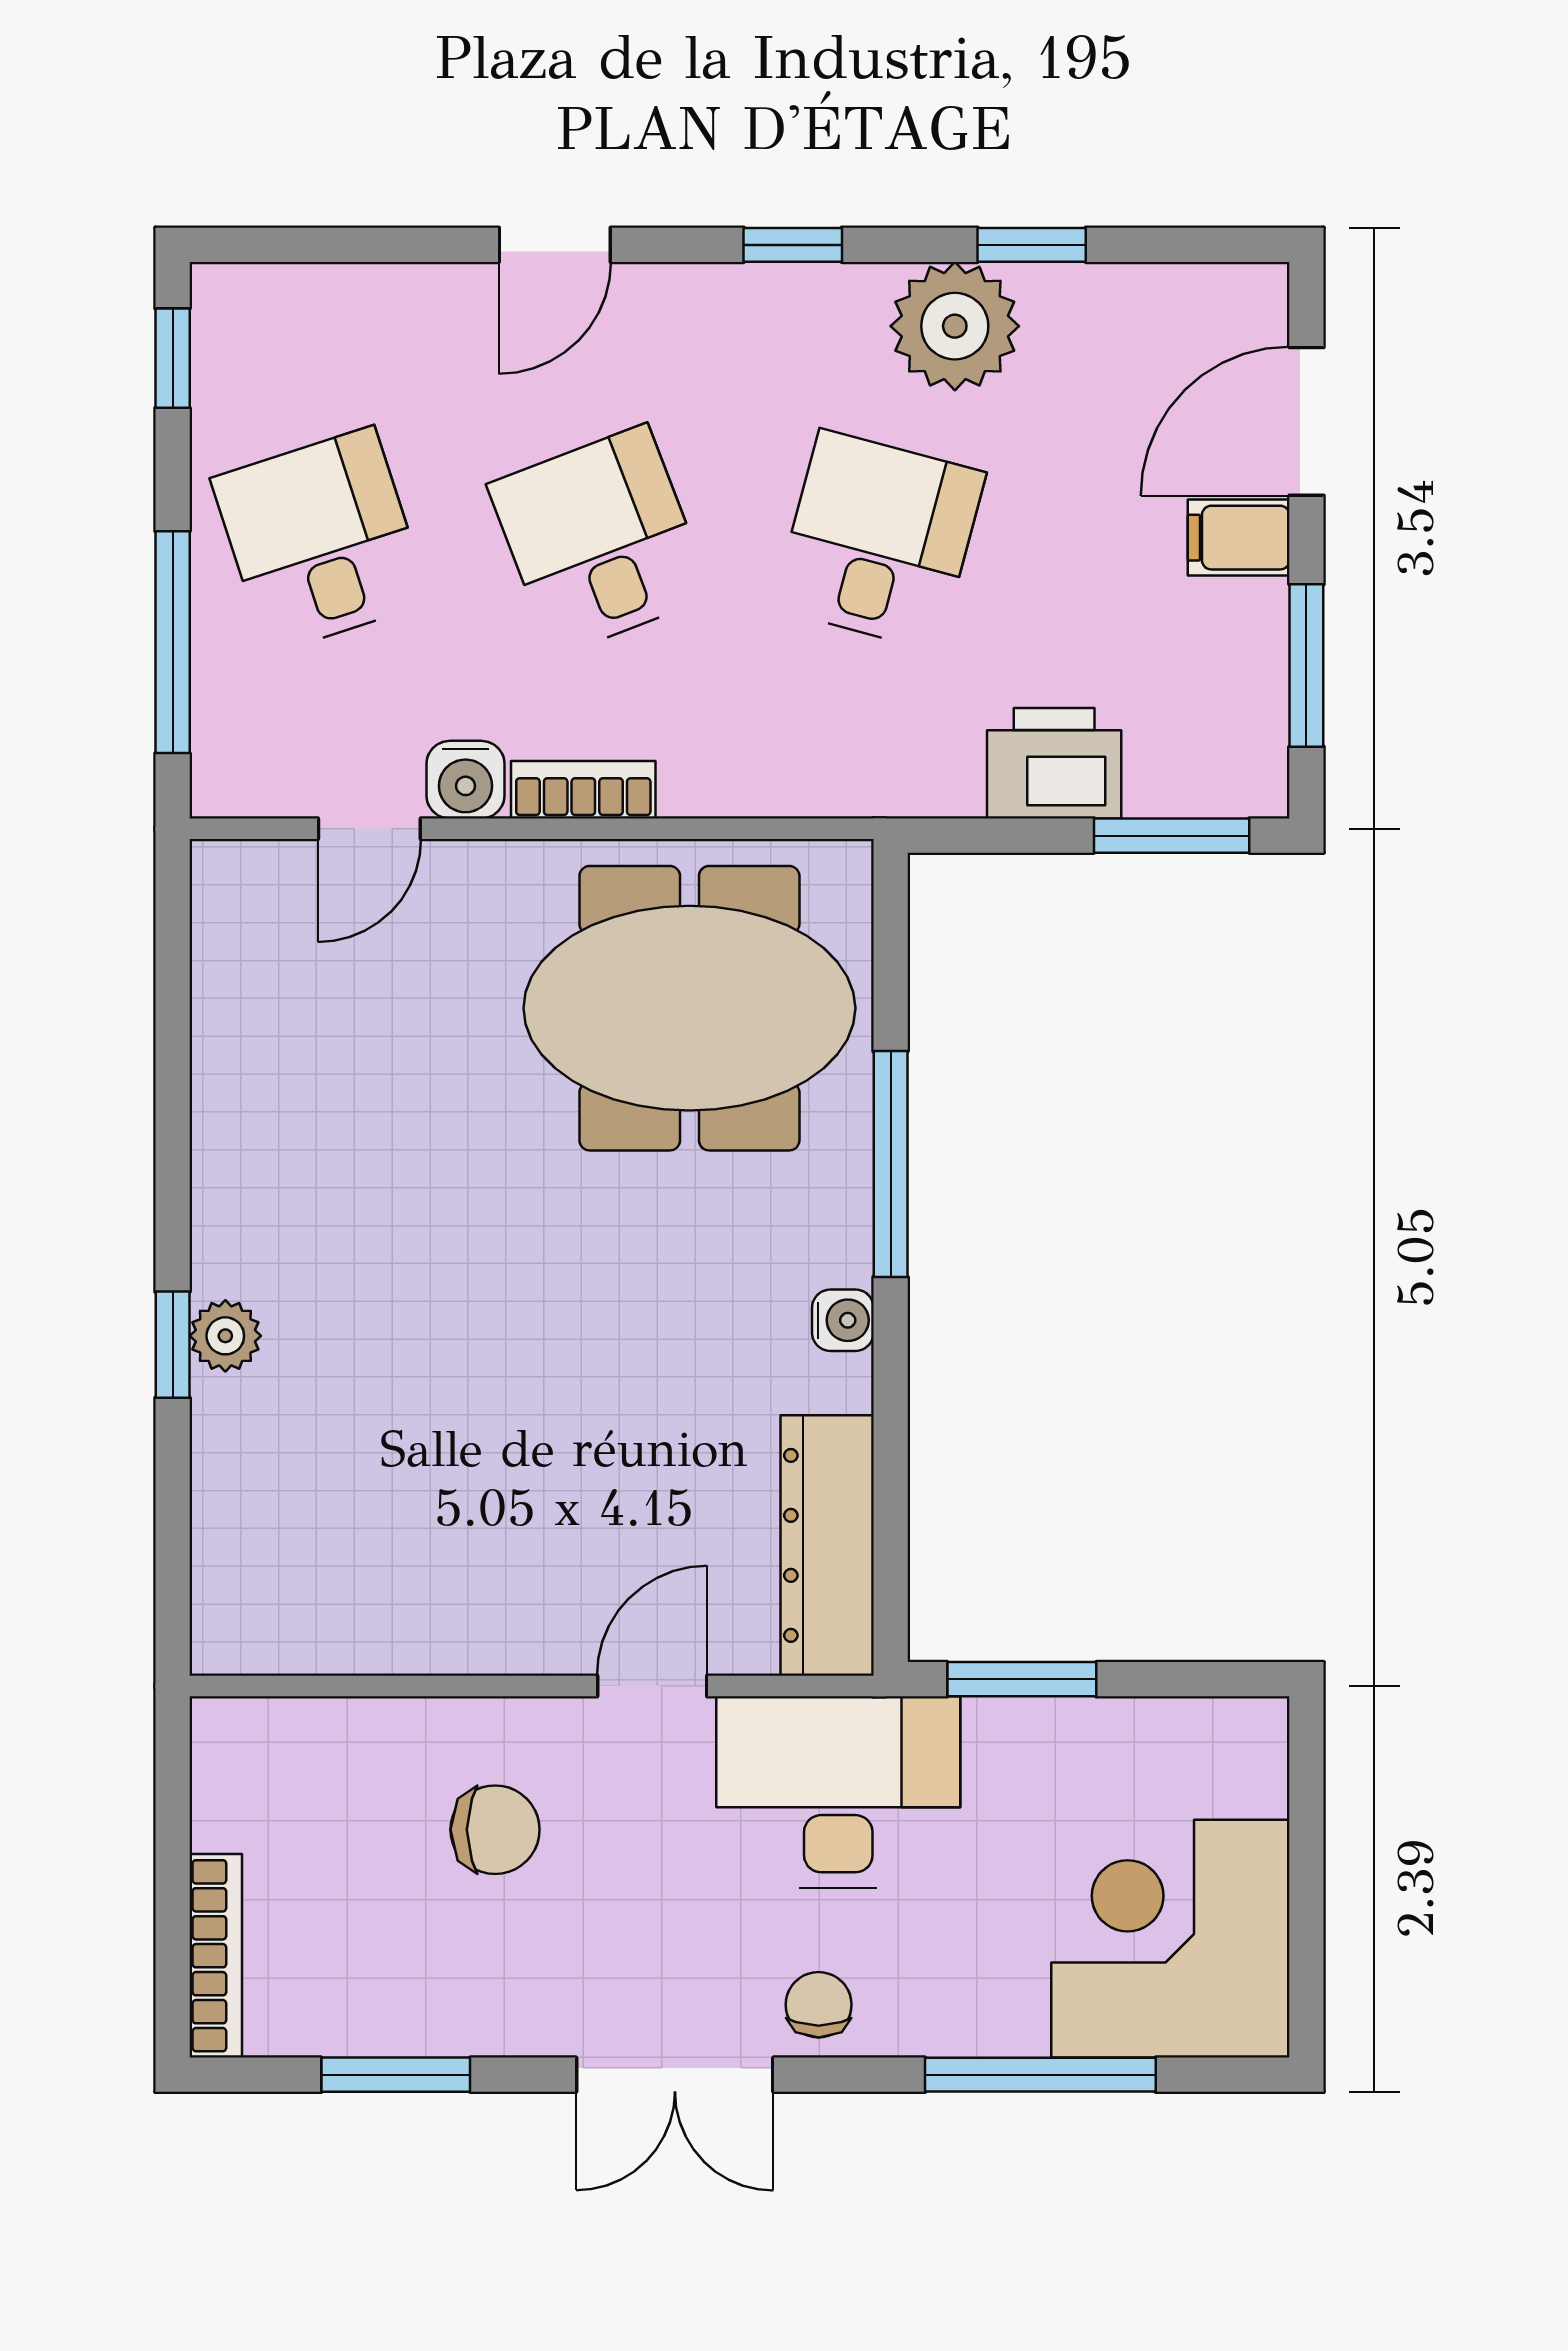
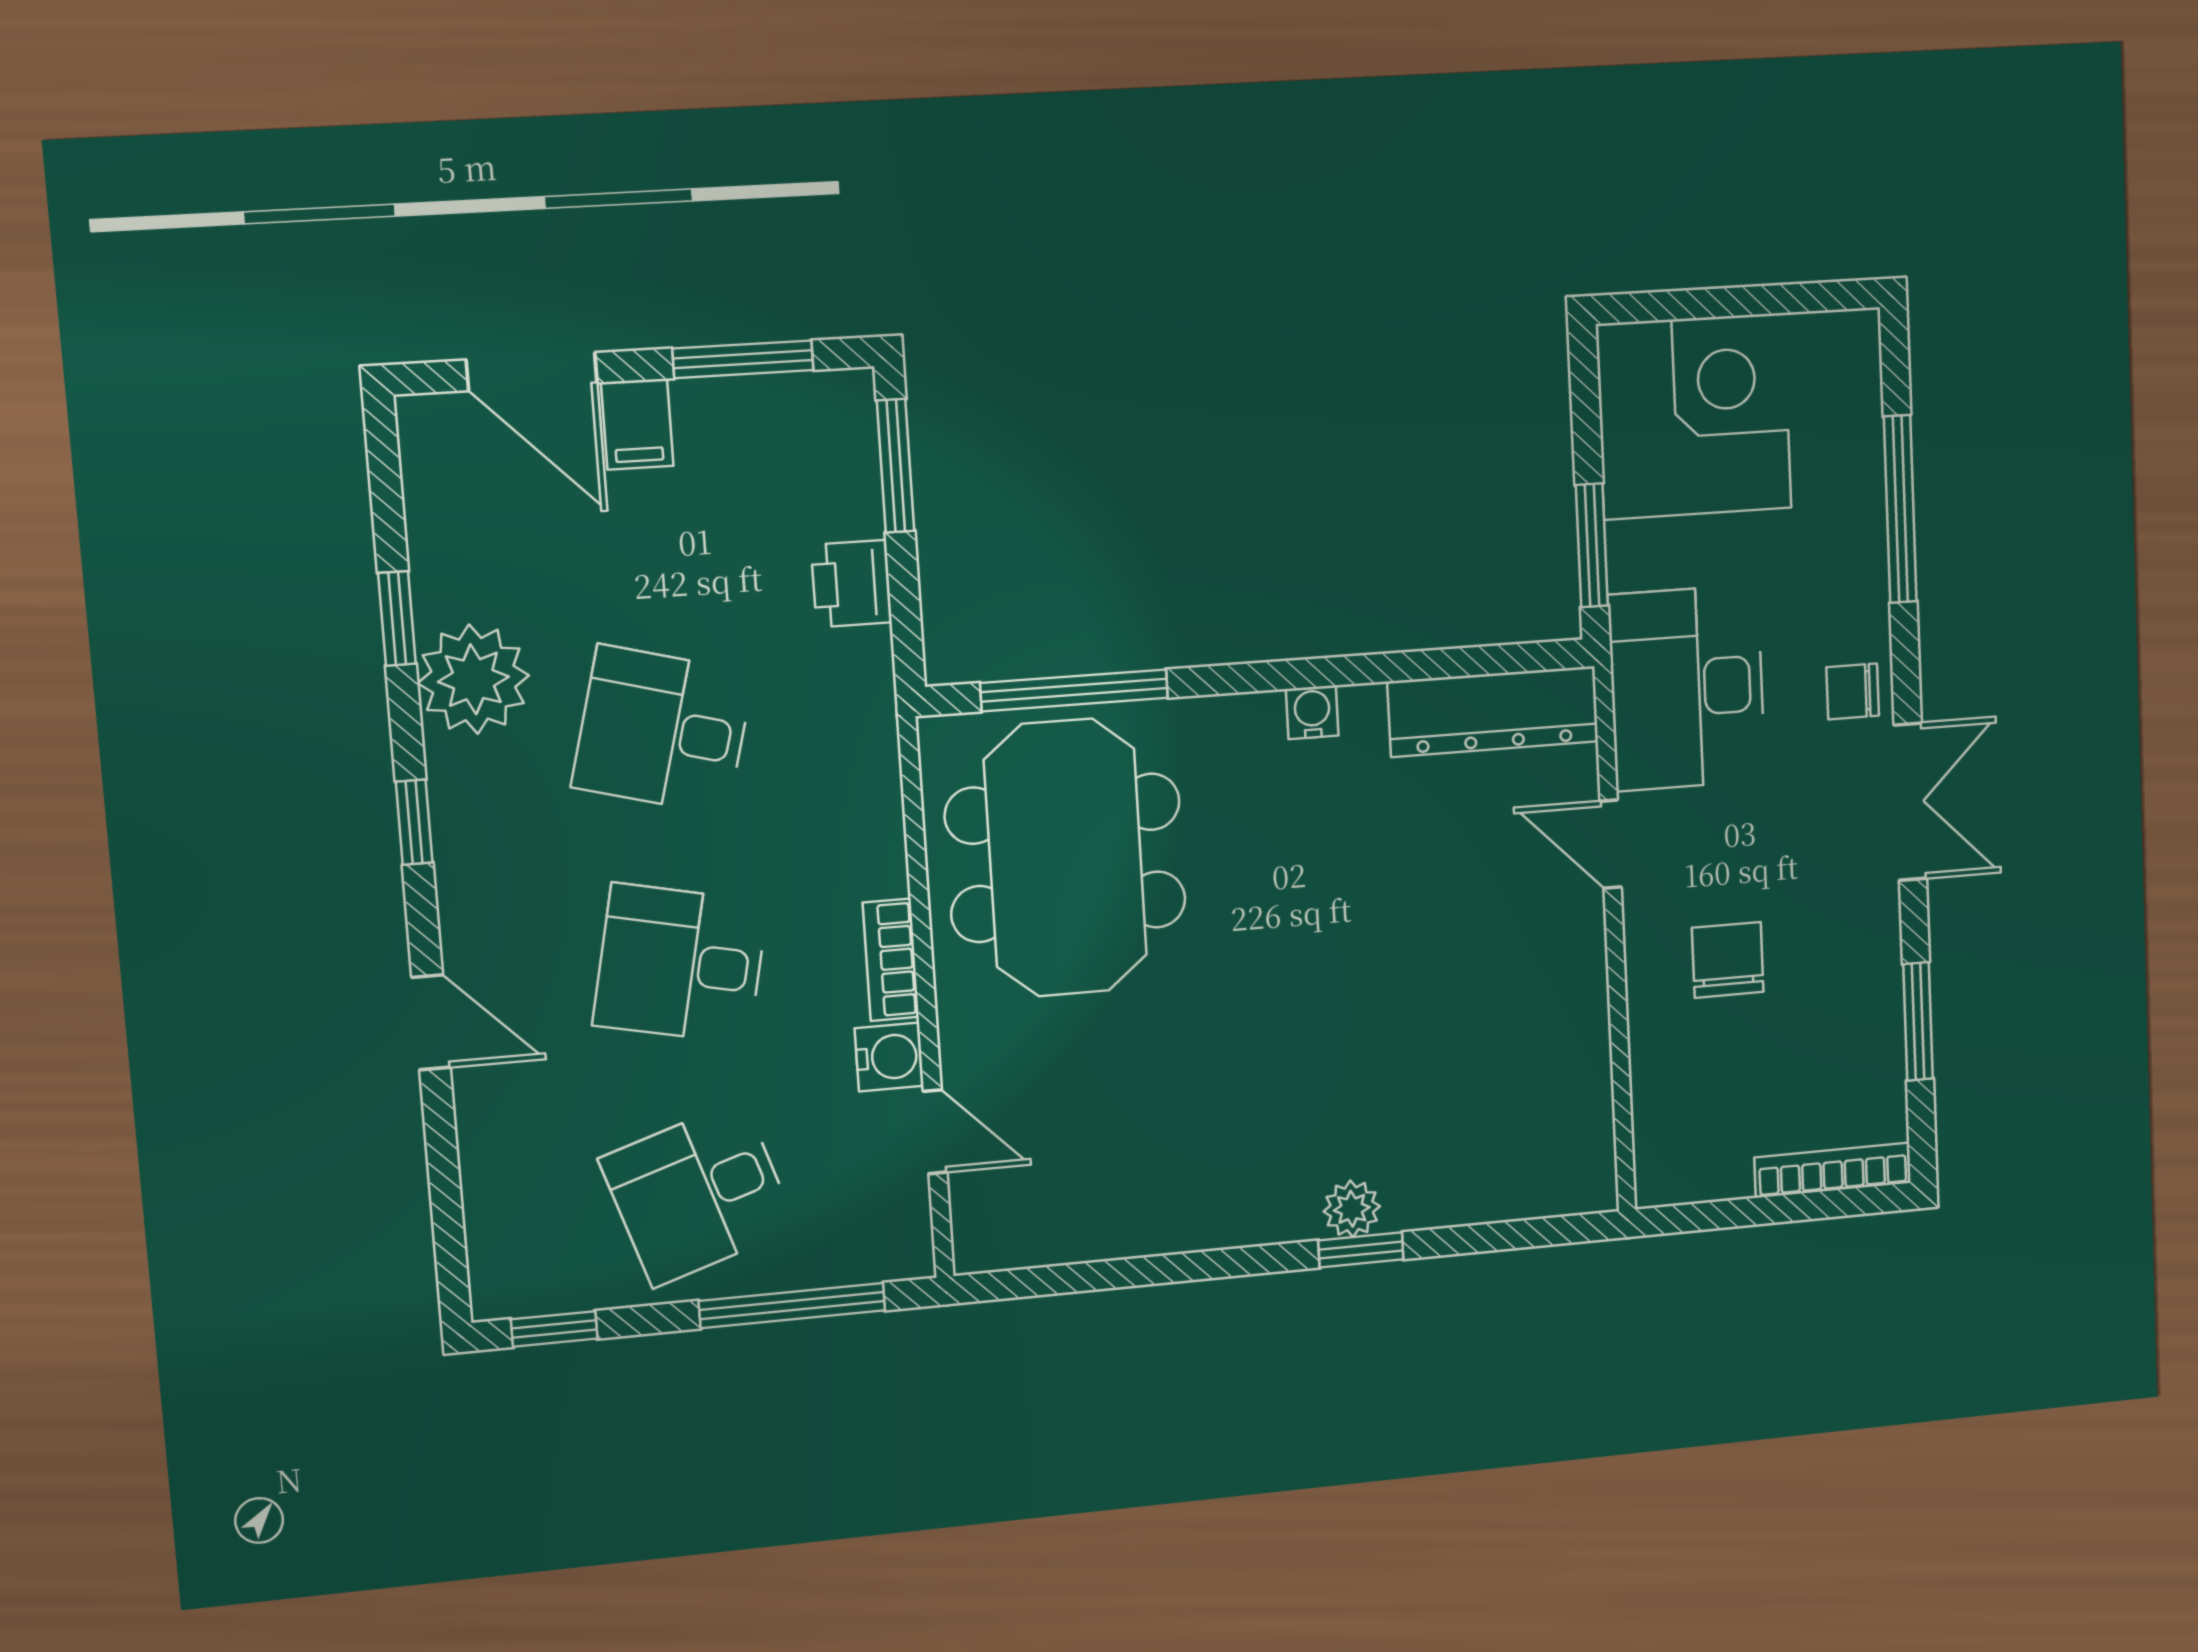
desk: (600, 540) -> (681, 964), turned 33
printer: (1054, 763) -> (851, 584), width x0.73, depth x0.81
window: (891, 1164) -> (1074, 690), moved
corner desk: (1170, 1939) -> (1694, 416), moved, turned 180

